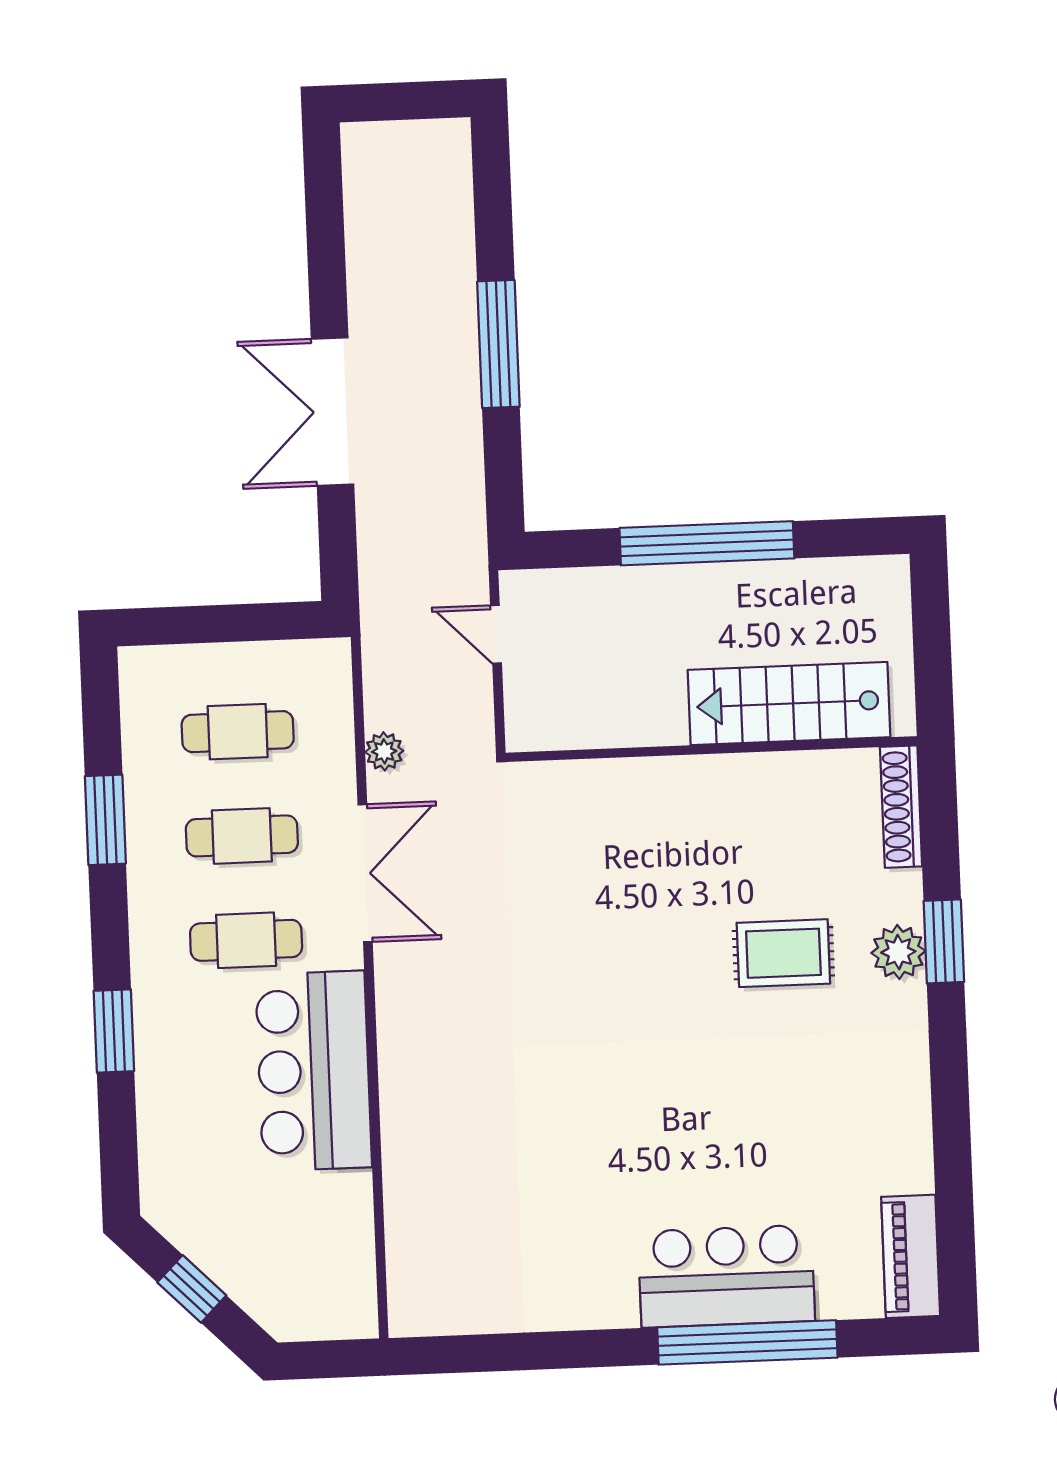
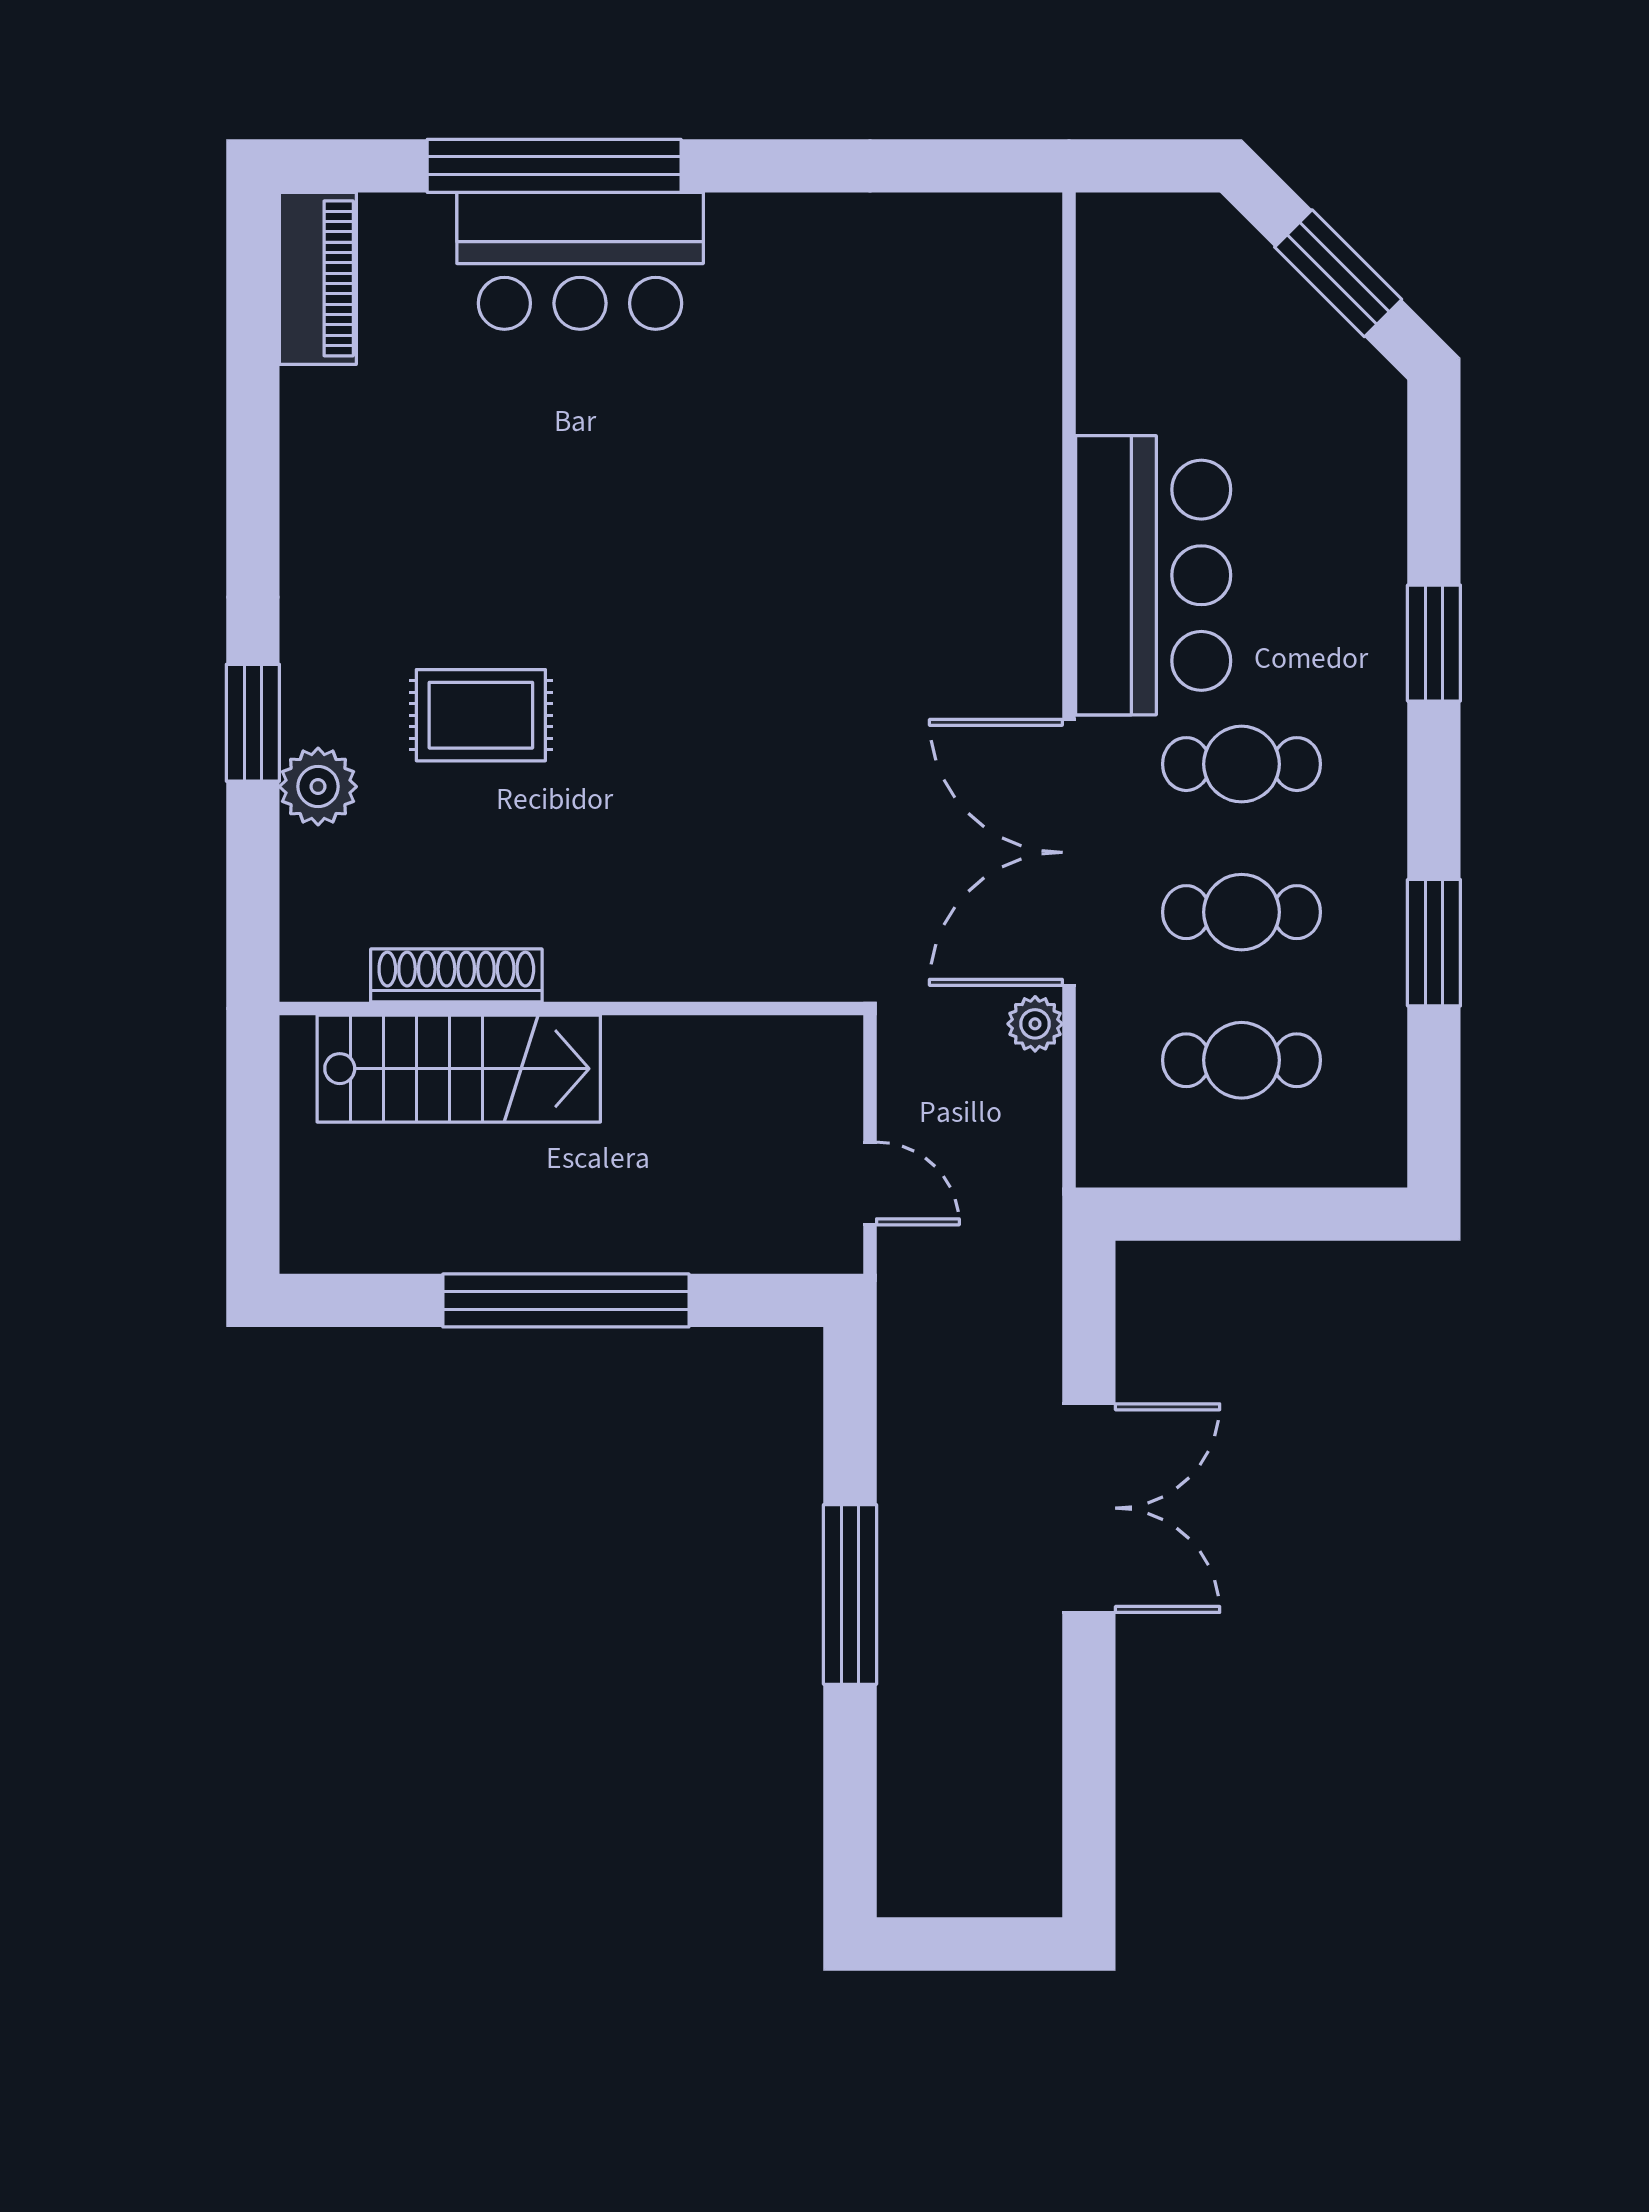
shoe rack: (901, 807) -> (456, 975), moved, turned -90
double door: (365, 873) -> (1069, 852), width x1.36
plant: (898, 952) -> (318, 787), moved
window: (192, 1289) -> (1338, 273), width x1.50

